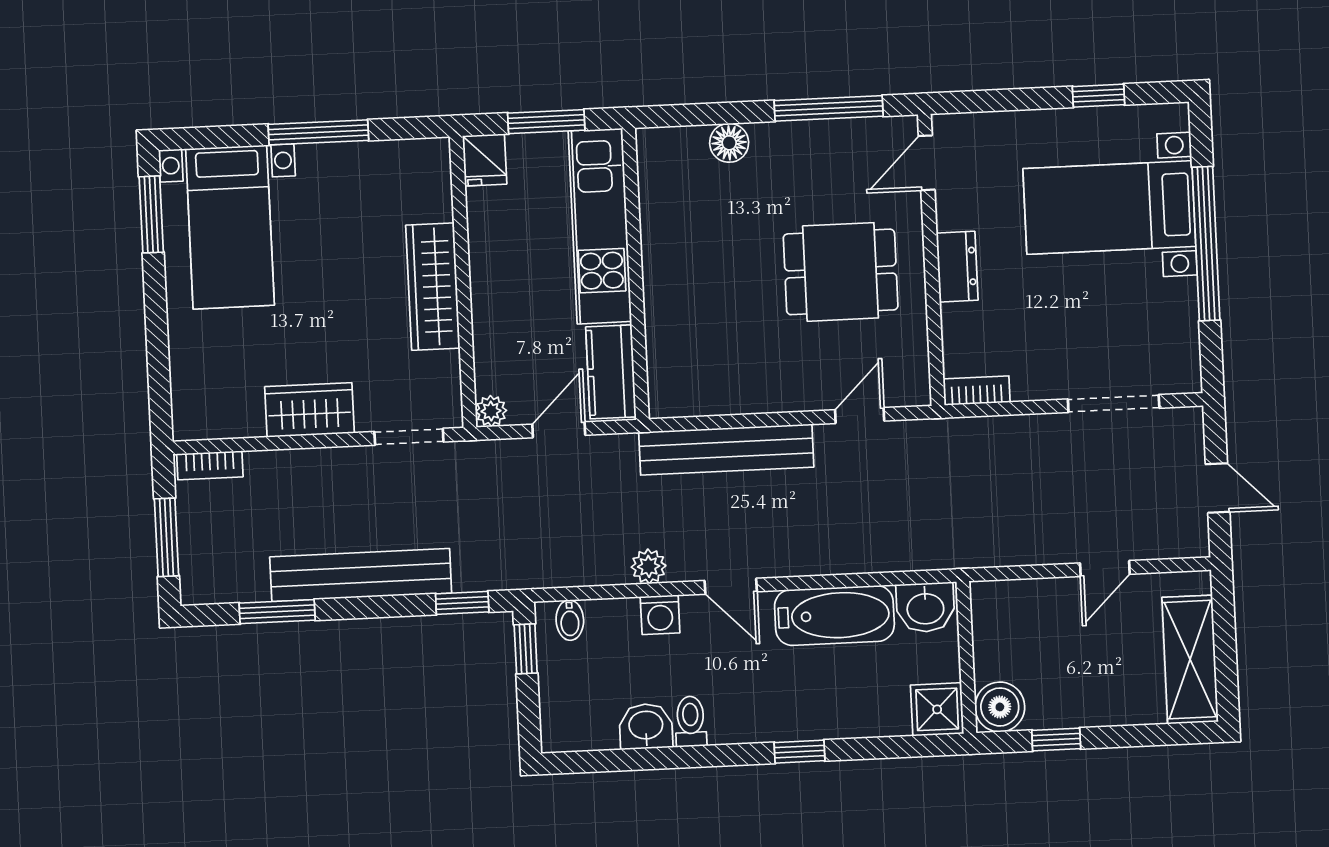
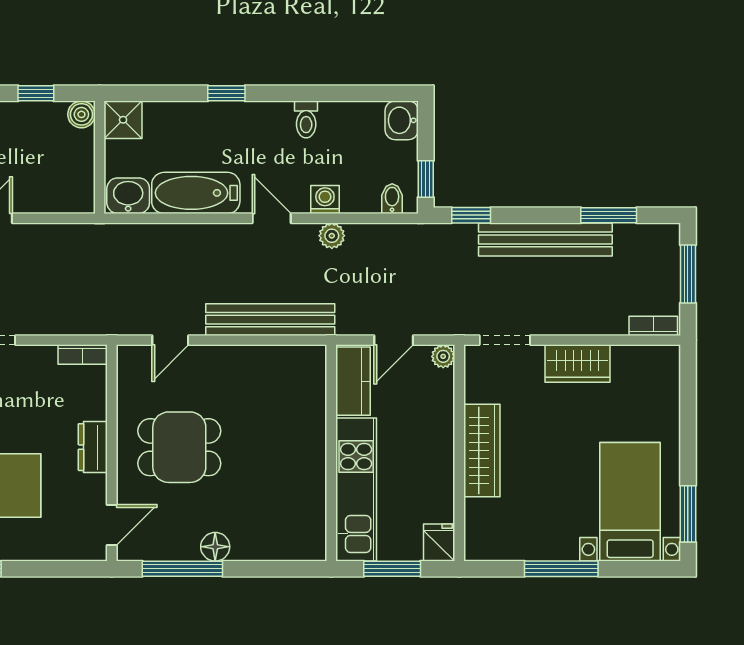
floor lamp: (729, 143) -> (215, 547), moved
boiler: (1000, 707) -> (81, 114), width x0.73, depth x0.73
washbasin: (646, 726) -> (402, 120), moved, turned 90

